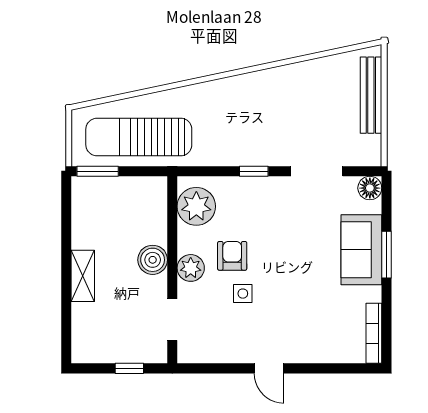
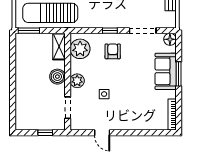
armchair: (232, 256) -> (113, 51), moved
shelving: (83, 276) -> (59, 47), moved
door: (269, 368) -> (102, 133), moved

